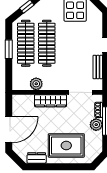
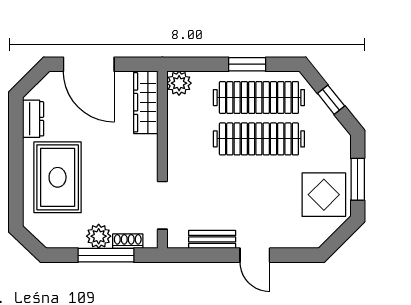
plant: (36, 84) -> (179, 83), moved
wardrobe: (51, 101) -> (146, 102), moved

